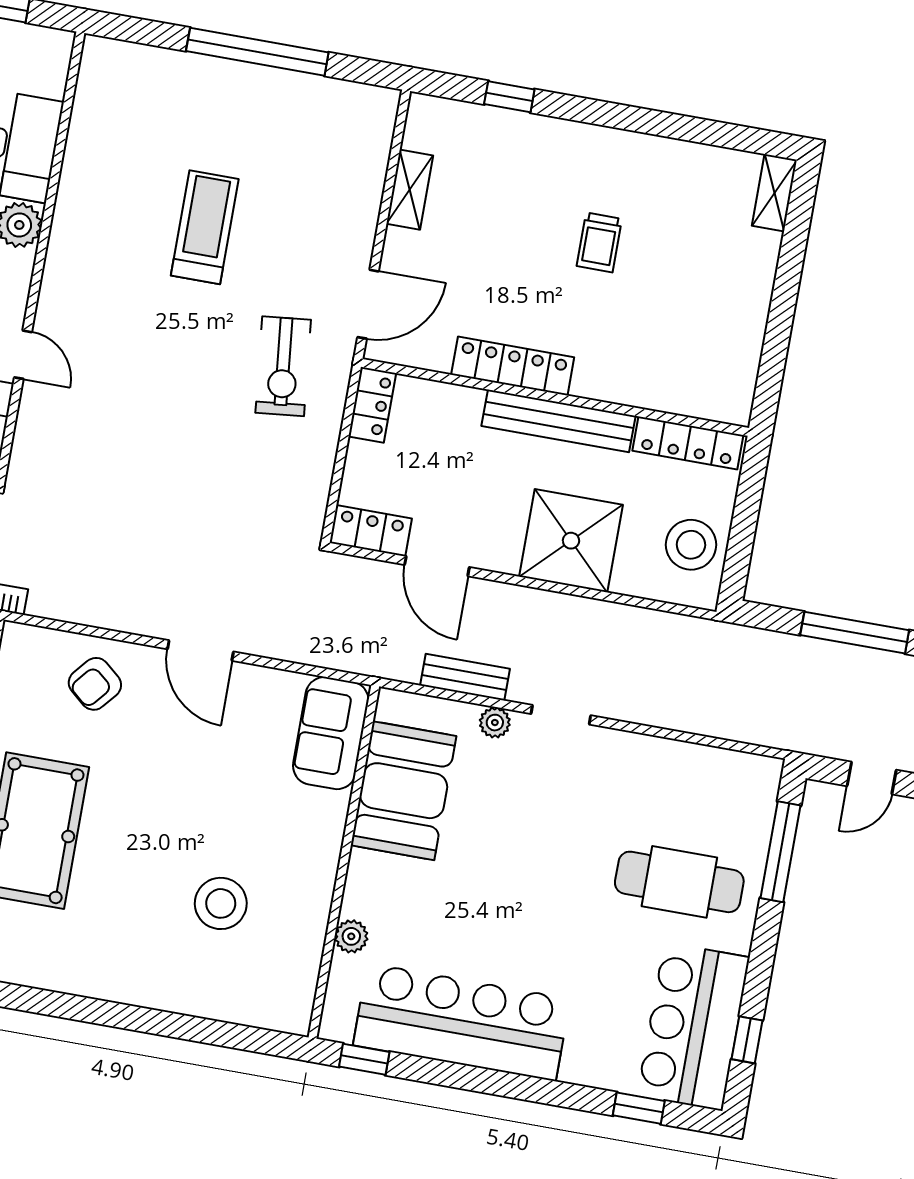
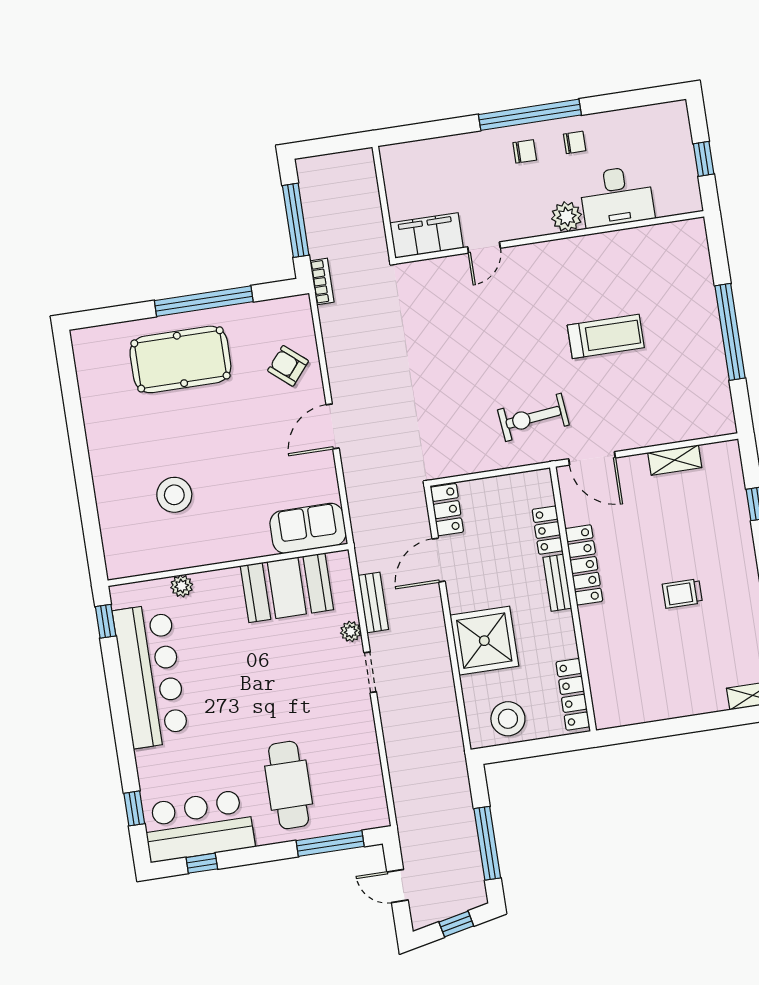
locker: (372, 405) -> (547, 530), moved, turned 90
bench: (558, 421) -> (557, 583), width x0.54, depth x0.82

